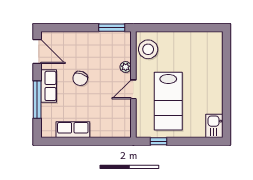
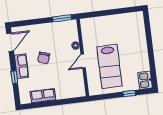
stool: (148, 49) -> (90, 31), removed
door: (37, 51) -> (10, 42), hinge flipped
window: (37, 100) -> (14, 77), width x0.46
window: (159, 141) -> (129, 94), moved

